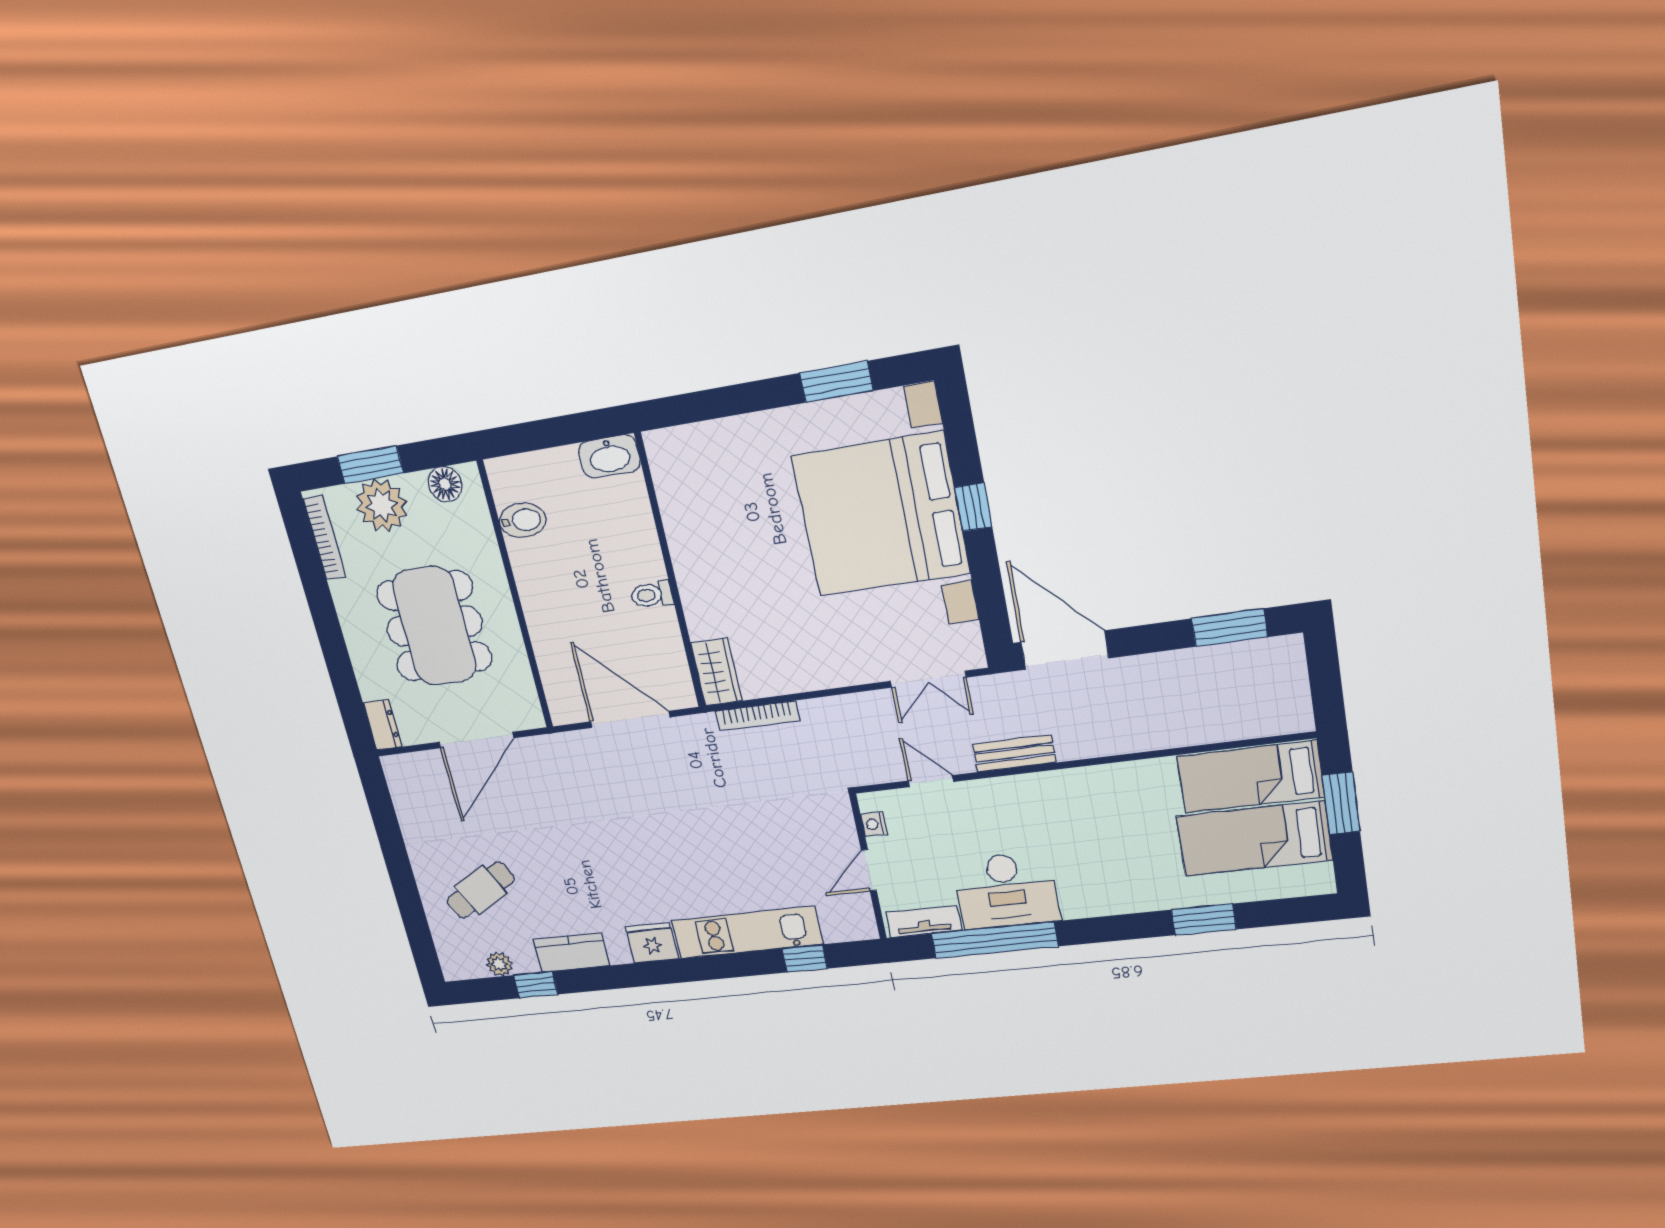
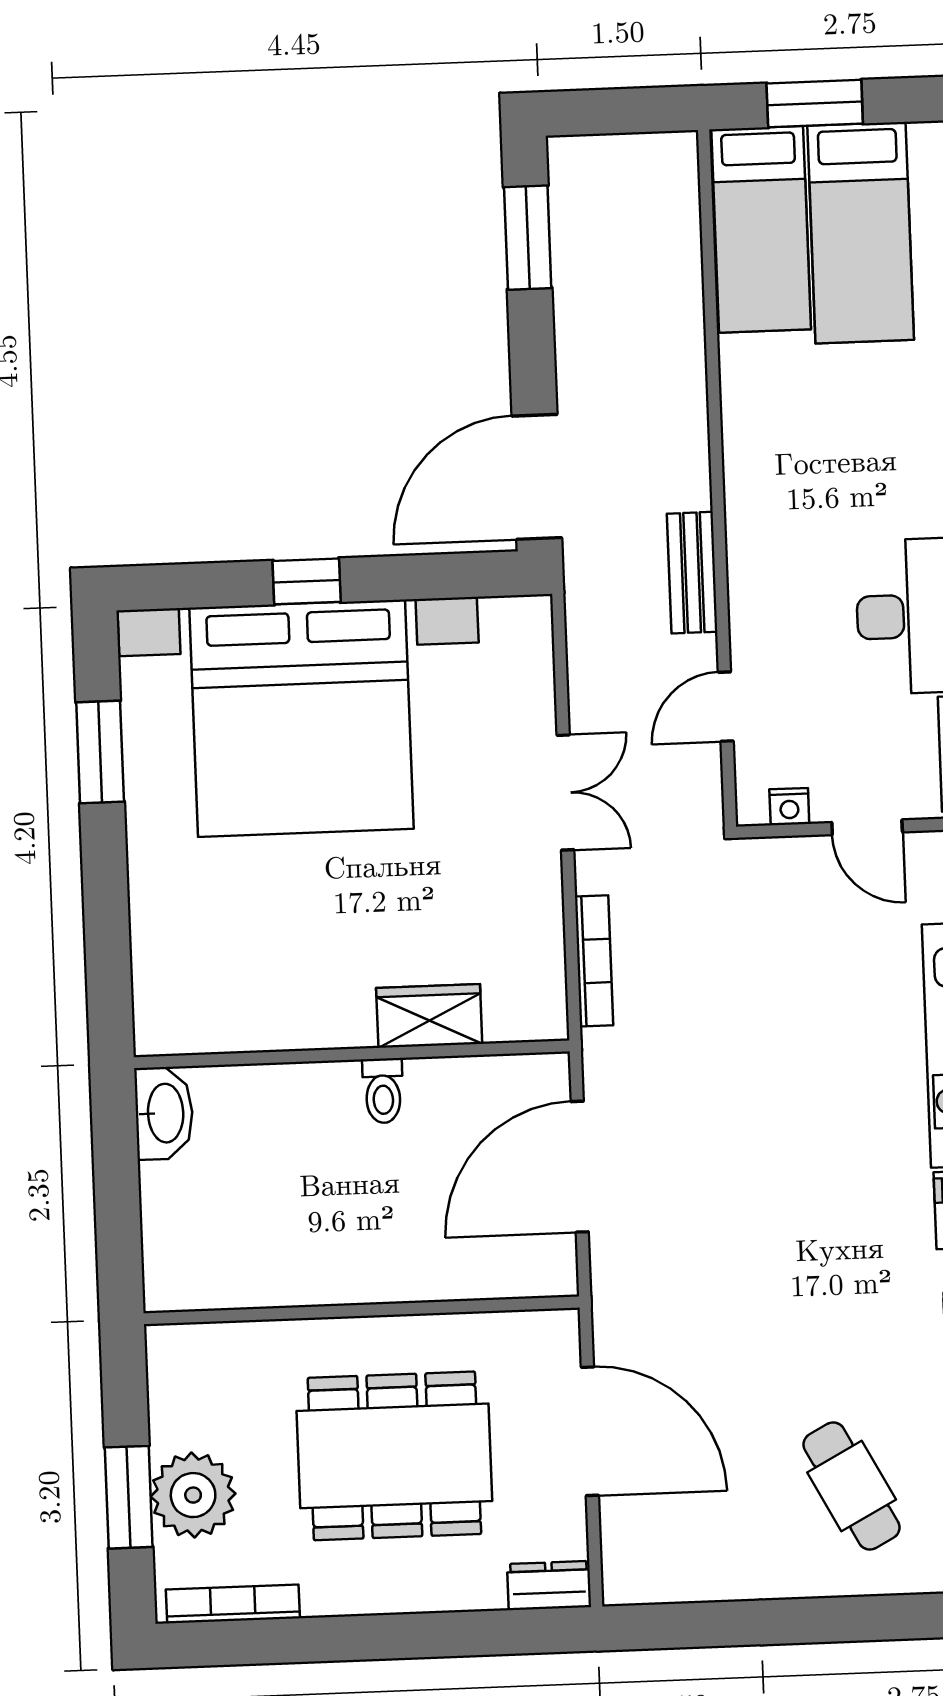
floor lamp: (445, 484) -> (173, 1383), removed
bidet: (523, 520) -> (244, 1271), removed
wardrobe: (716, 672) -> (429, 1016), moved
double door: (928, 679) -> (565, 792), moved

